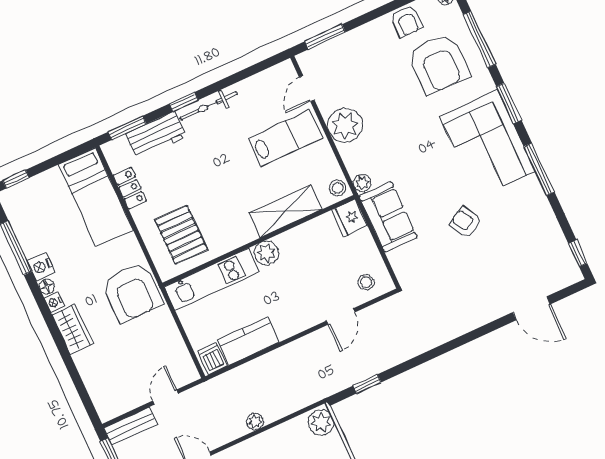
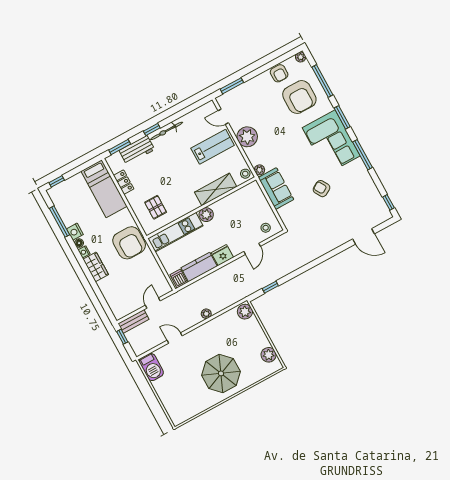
door: (307, 89) -> (223, 117), hinge flipped
fridge: (350, 218) -> (222, 255), moved, turned 90
pallet: (181, 235) -> (156, 207), width x0.67, depth x0.71

